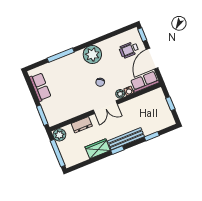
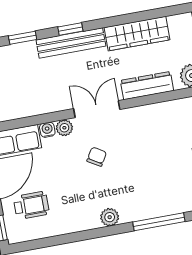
plant: (92, 55) -> (110, 217), width x0.53, depth x0.53
dresser: (82, 125) -> (147, 86), width x1.44
wardrobe: (98, 149) -> (137, 34), width x1.50
window: (117, 150) -> (70, 29), moved

